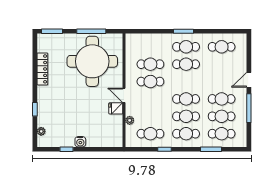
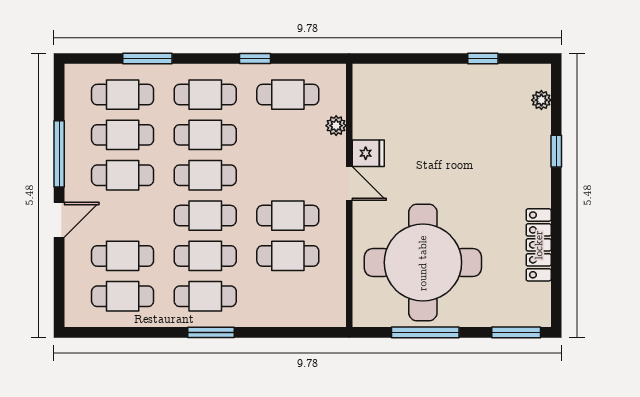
cafe table: (222, 64) -> (123, 256), added
cafe table: (186, 82) -> (205, 216), added
water cooler: (80, 142) -> (451, 76), removed

